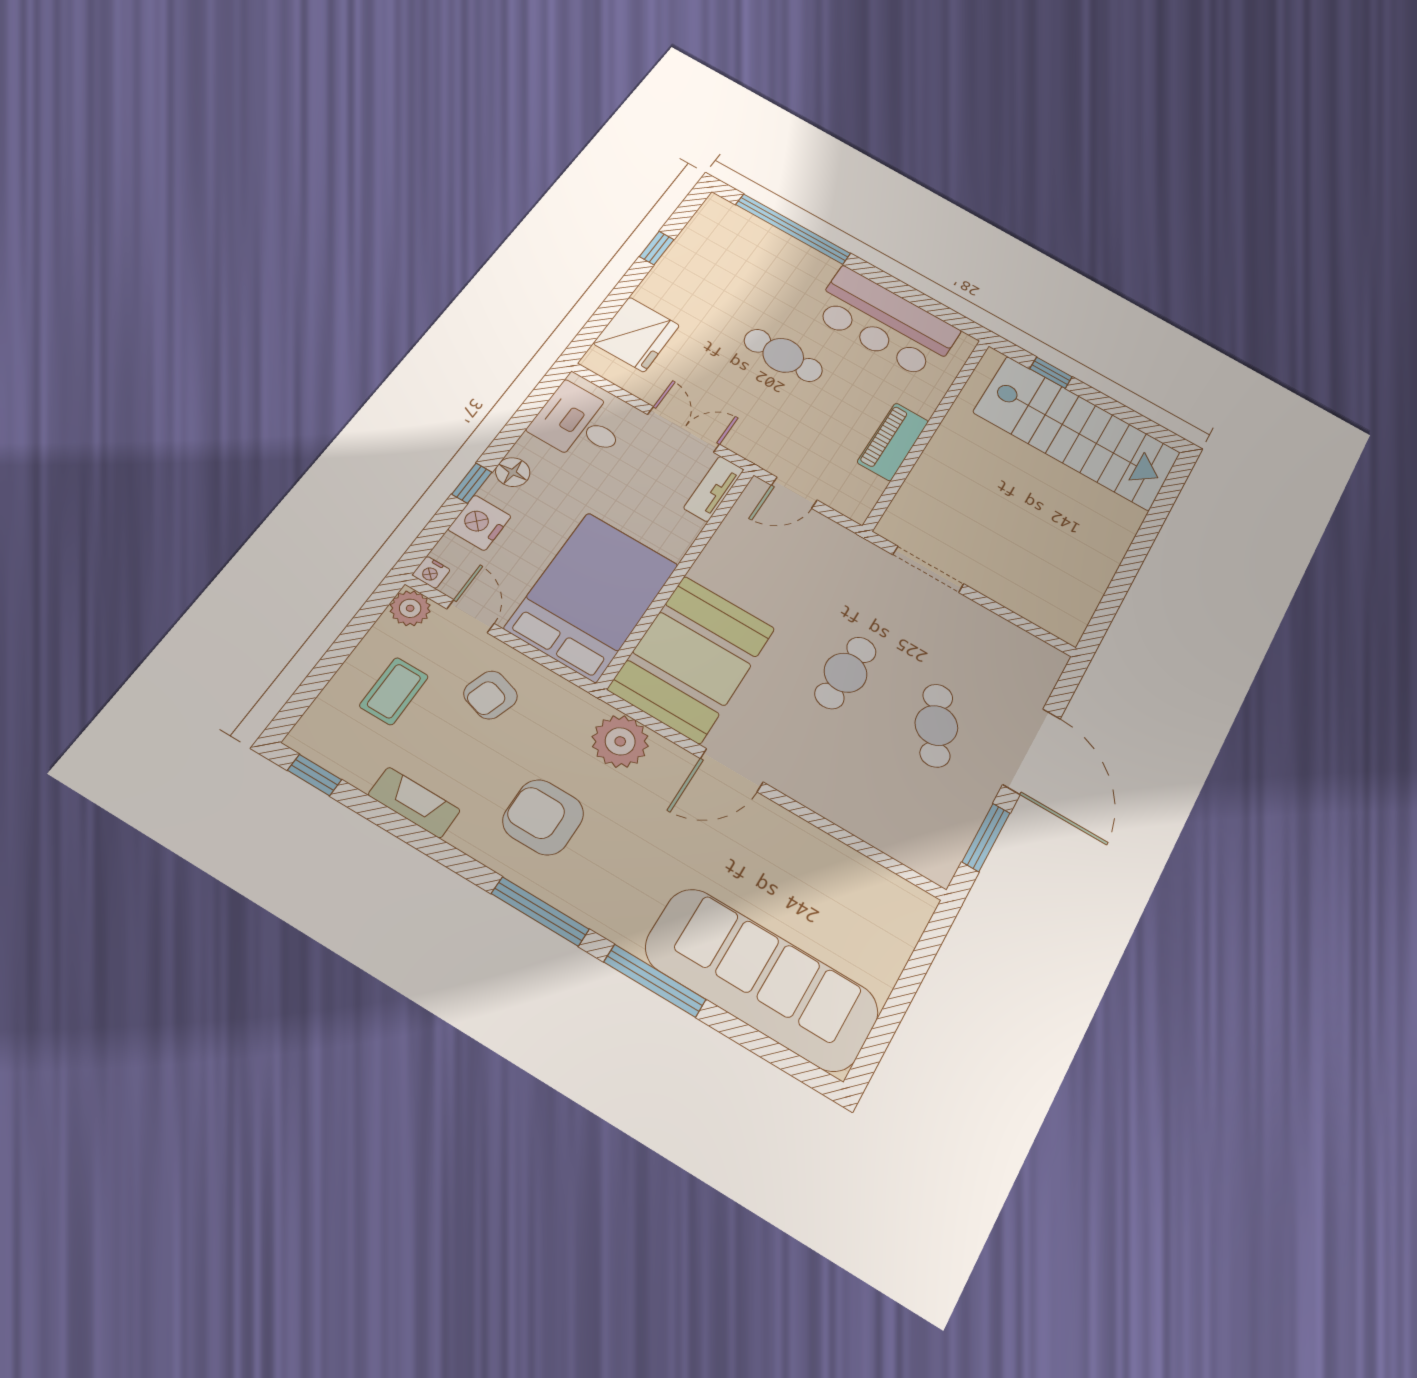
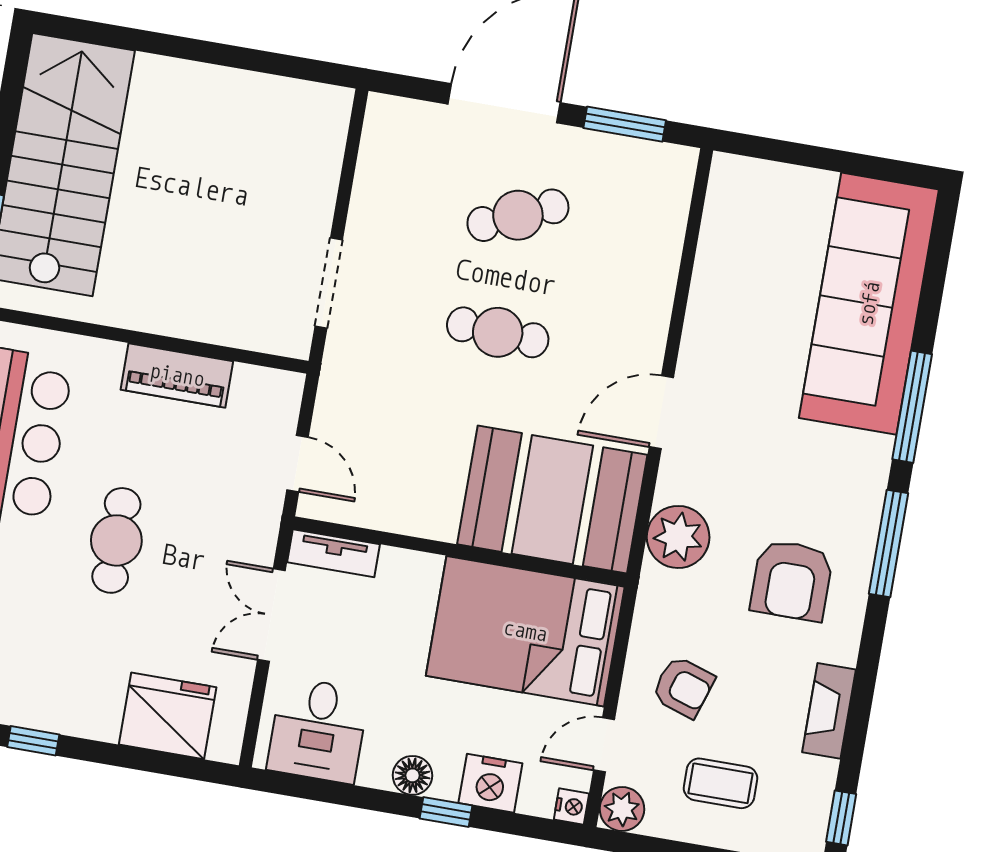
door: (732, 770) -> (661, 412), swing flipped

